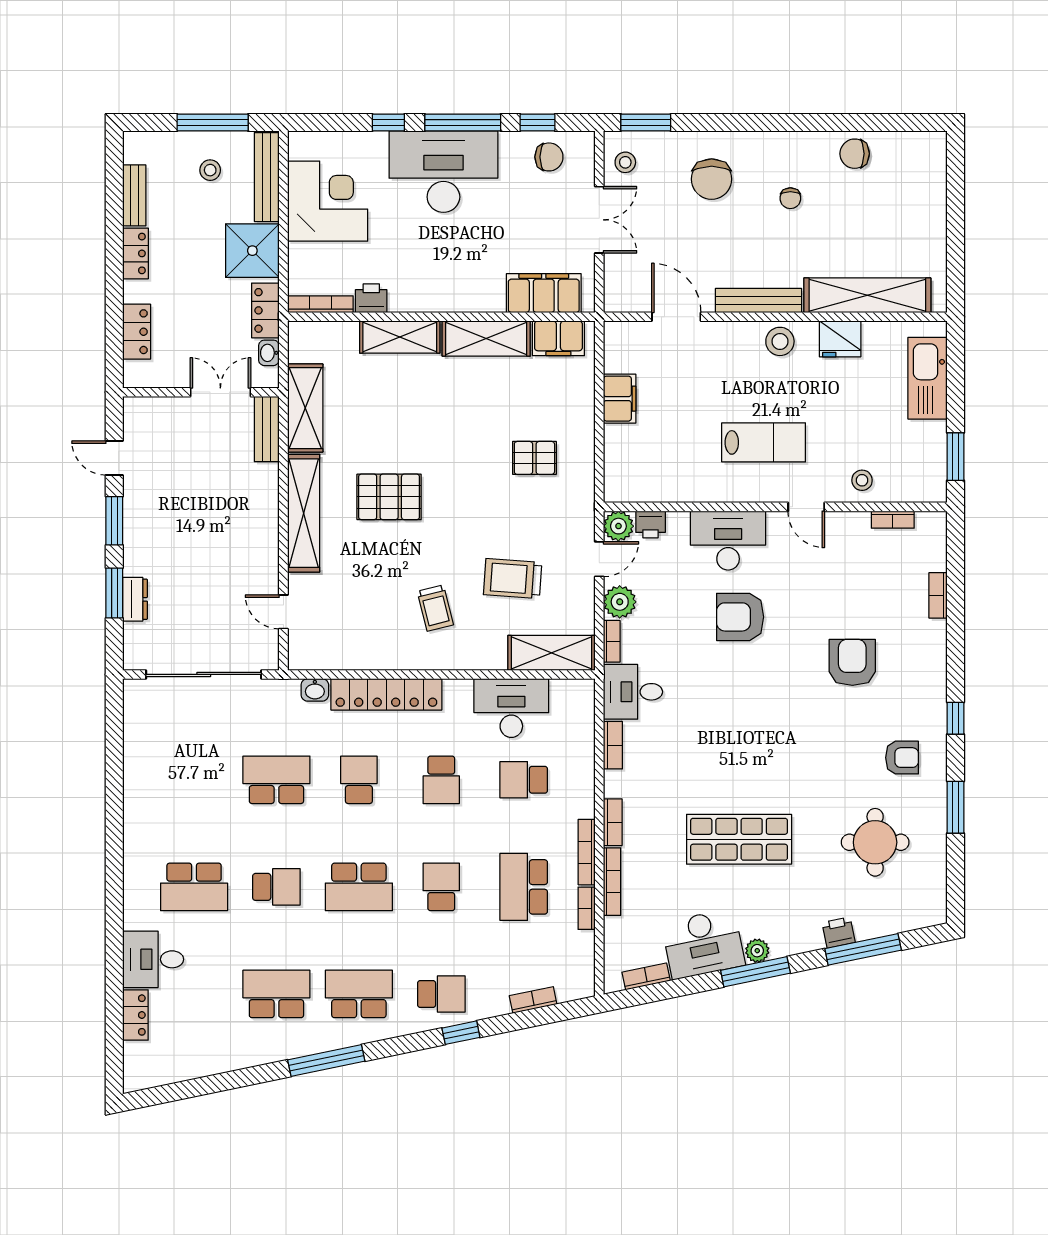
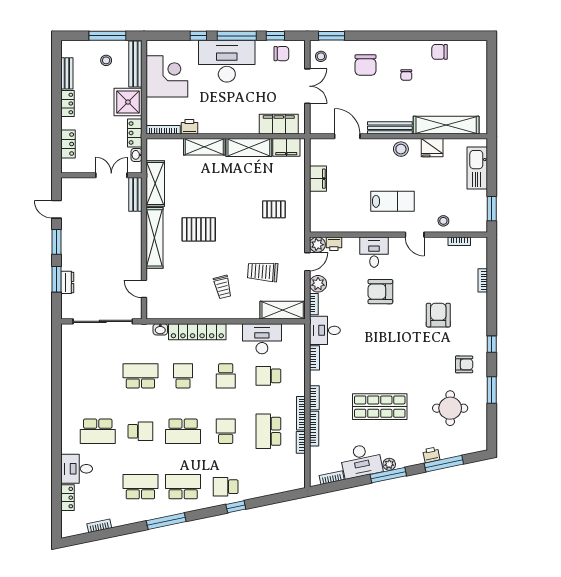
desk: (728, 541) -> (374, 252), width x0.73
school desk: (441, 994) -> (226, 487), turned 180
bookcase: (533, 1000) -> (99, 526), moved

